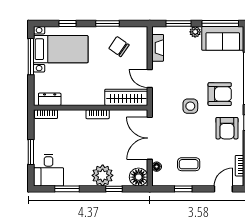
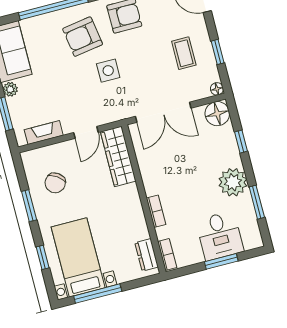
armchair: (220, 94) -> (83, 37), turned -99
bookcase: (98, 114) -> (156, 211), moved
floor lamp: (157, 167) -> (217, 89), moved
desk: (49, 170) -> (220, 236), moved, turned 90
plant: (103, 175) -> (233, 182), moved

